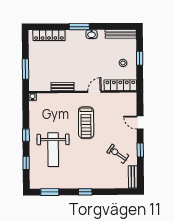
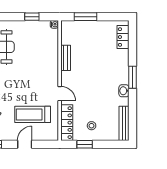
locker: (49, 35) -> (123, 37), width x0.66
window: (140, 58) -> (85, 144), moved
treadmill: (86, 123) -> (33, 114), moved
window: (26, 135) -> (32, 17), moved

